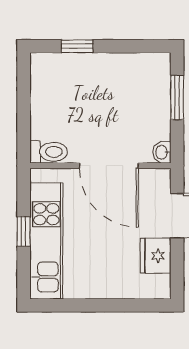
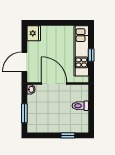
toilet: (49, 152) -> (80, 106), moved
fridge: (156, 256) -> (34, 33), moved

